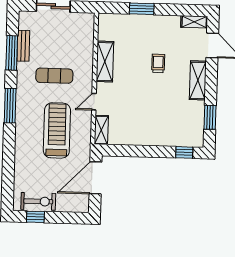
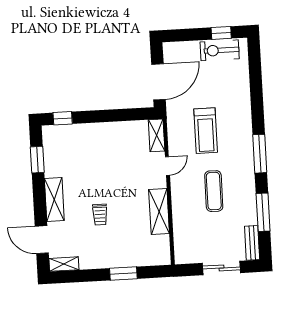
bench: (23, 46) -> (252, 243), moved
exercise mat: (54, 76) -> (214, 191), turned 90
treadmill: (57, 130) -> (206, 131), width x0.73, depth x0.73

